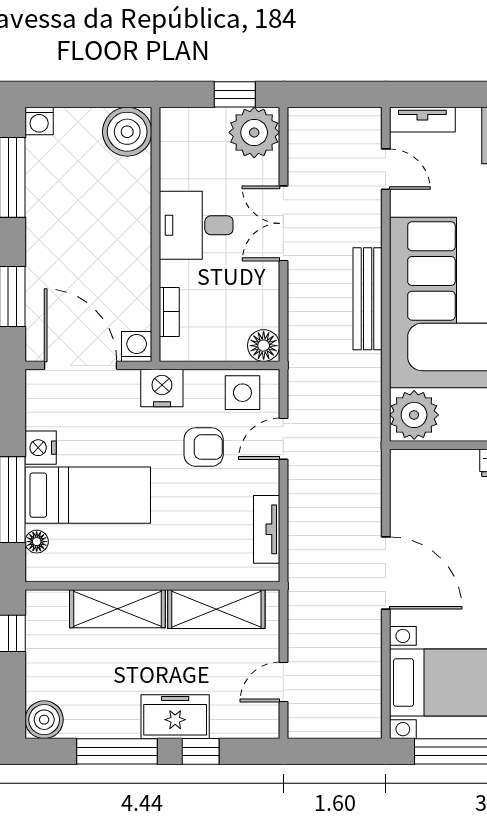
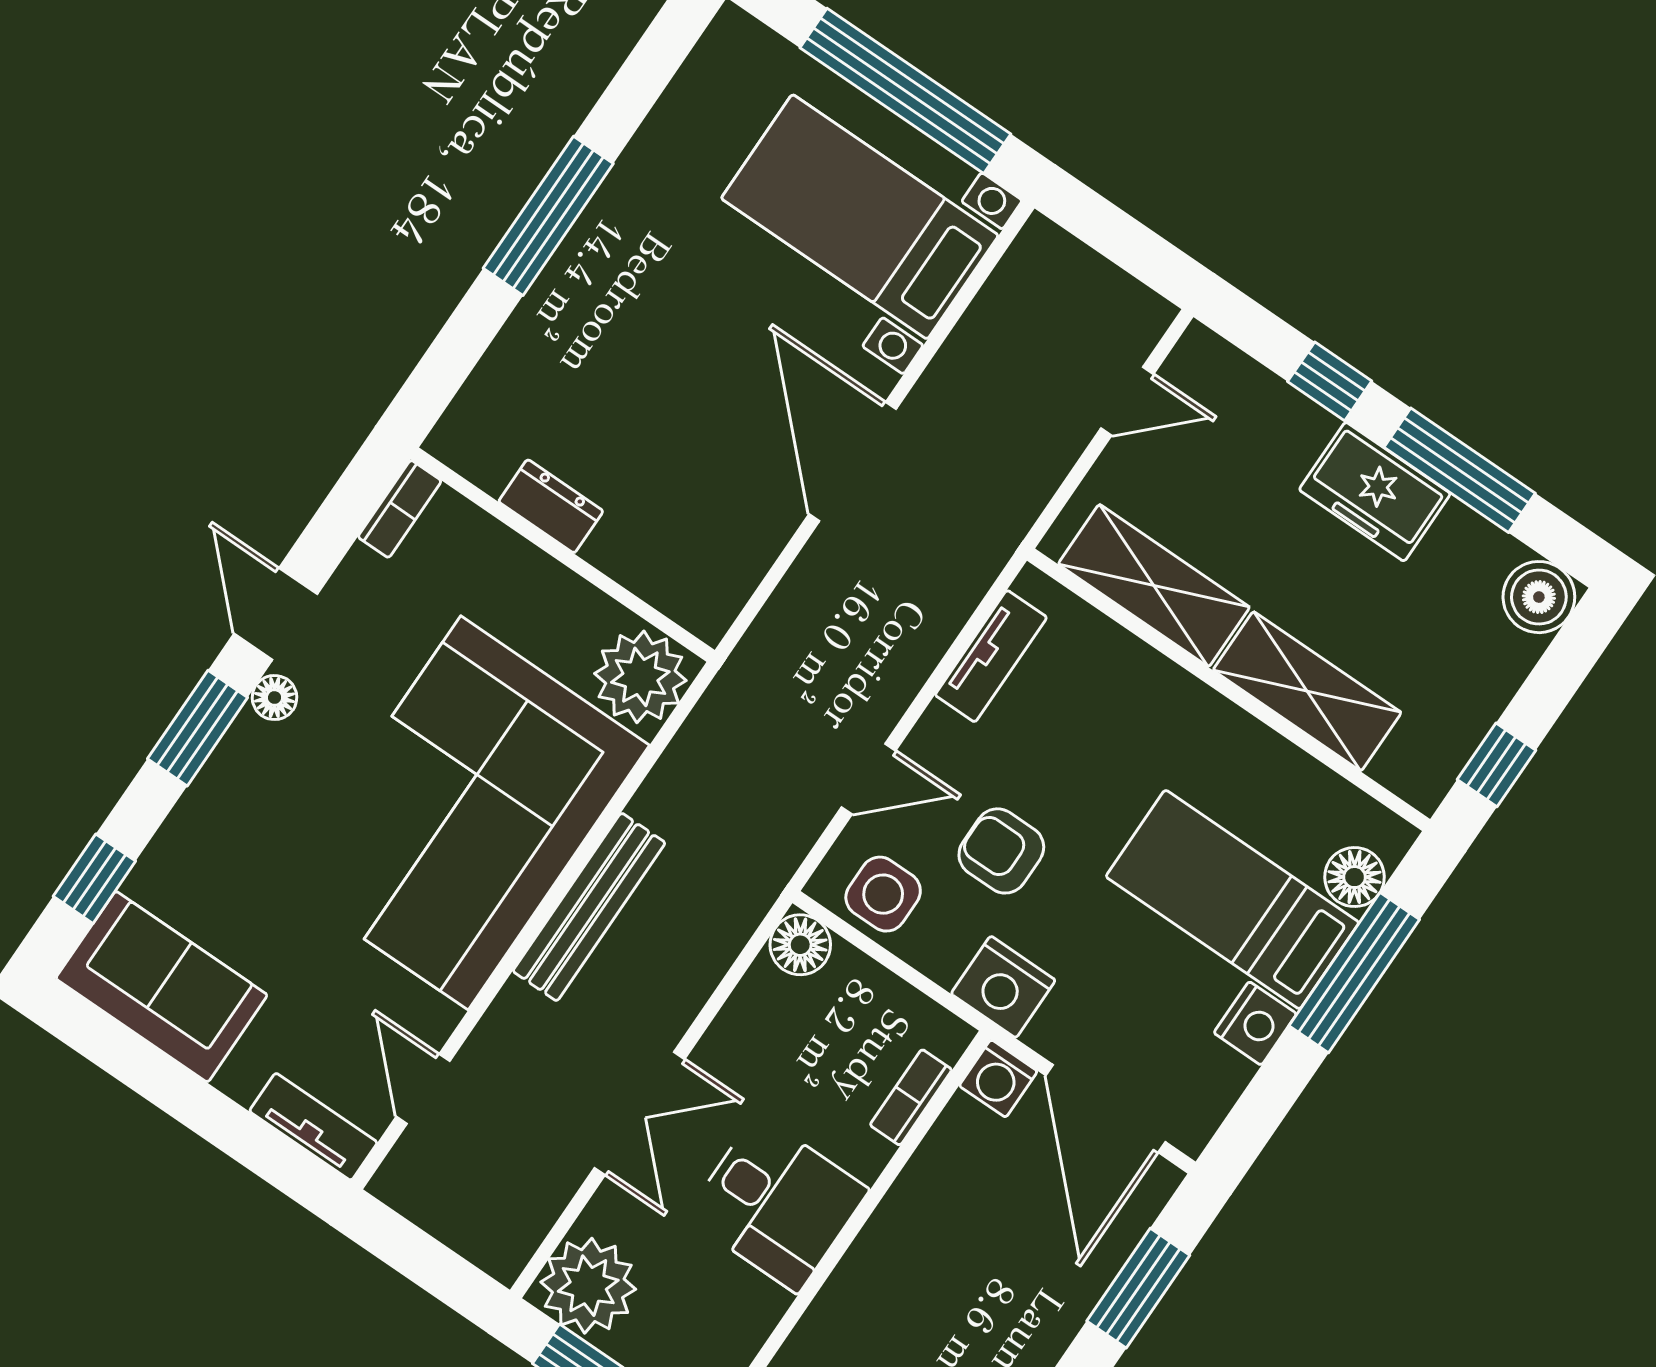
floor lamp: (37, 542) -> (1355, 877), width x1.37, depth x1.37
freezer: (175, 717) -> (1375, 492), moved

